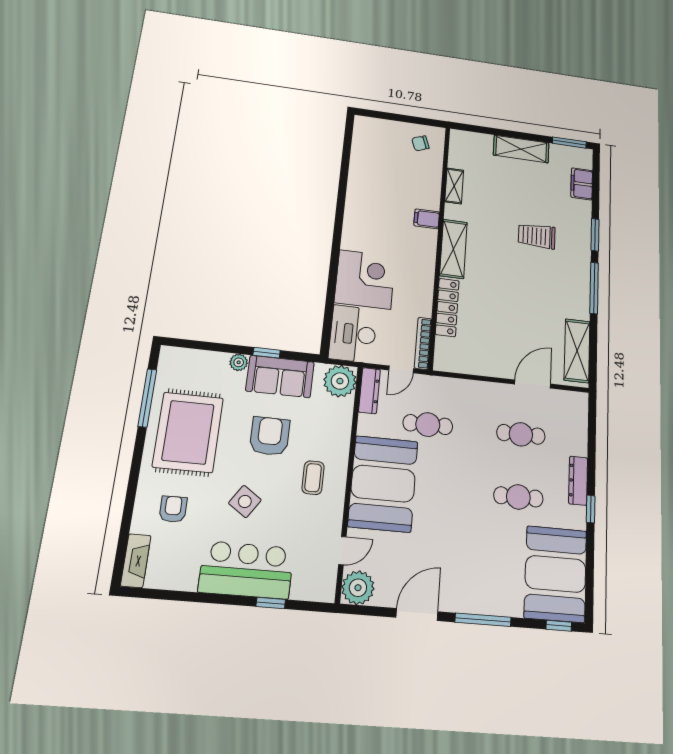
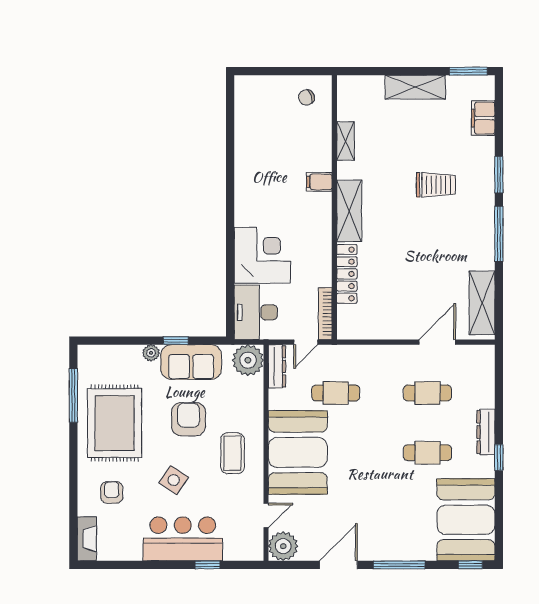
trolley: (537, 236) -> (436, 185), turned 180
coffee table: (313, 478) -> (233, 453), width x1.36, depth x1.30

